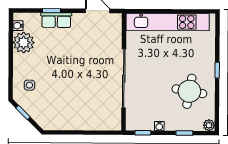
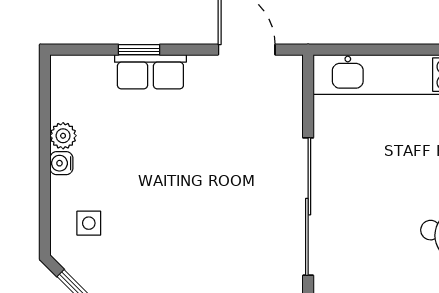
water cooler: (18, 26) -> (61, 163), moved
plant: (24, 43) -> (63, 136), width x0.53, depth x0.53

